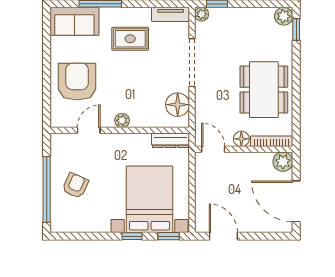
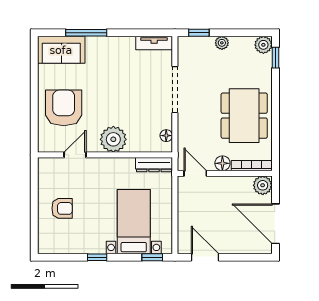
plant: (202, 14) -> (222, 43), moved
rug: (130, 39) -> (115, 66), removed
floor lamp: (178, 105) -> (166, 136), width x0.53, depth x0.53
plant: (122, 120) -> (113, 139), width x1.88, depth x1.88
armchair: (75, 186) -> (62, 208), turned 66
window: (47, 189) -> (34, 212), removed
bed with nightstands: (149, 199) -> (134, 222), width x0.73
window: (132, 236) -> (97, 257), moved

